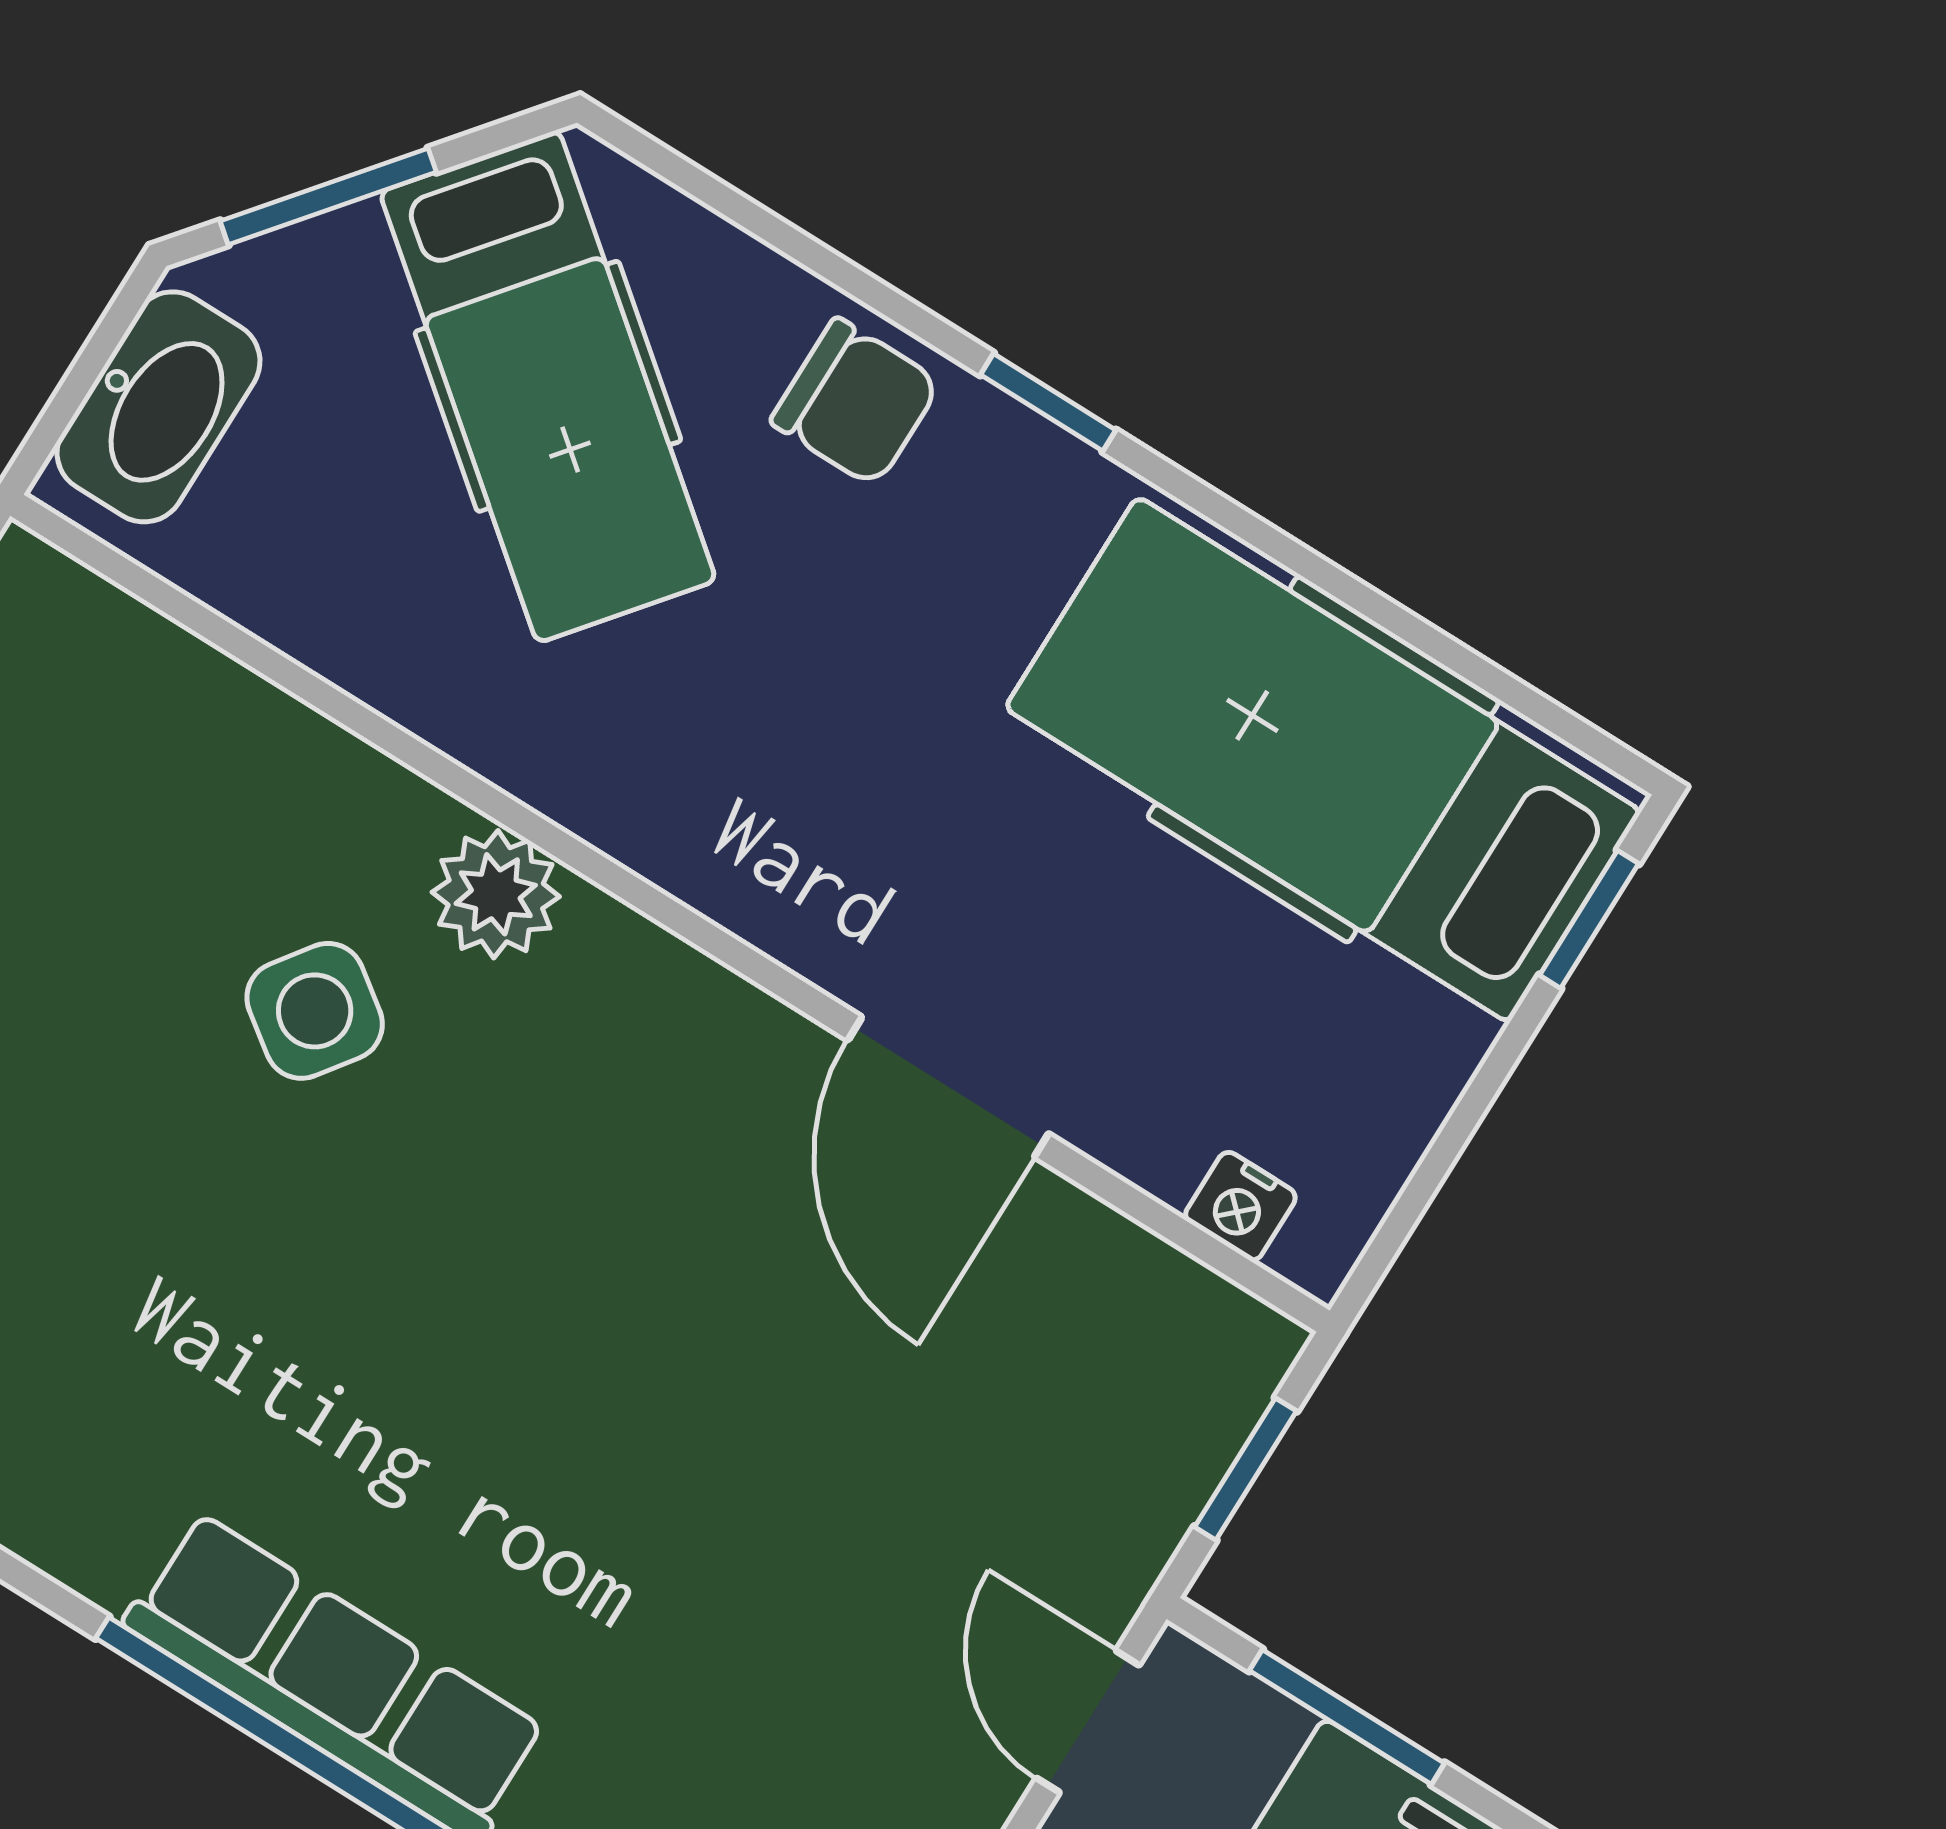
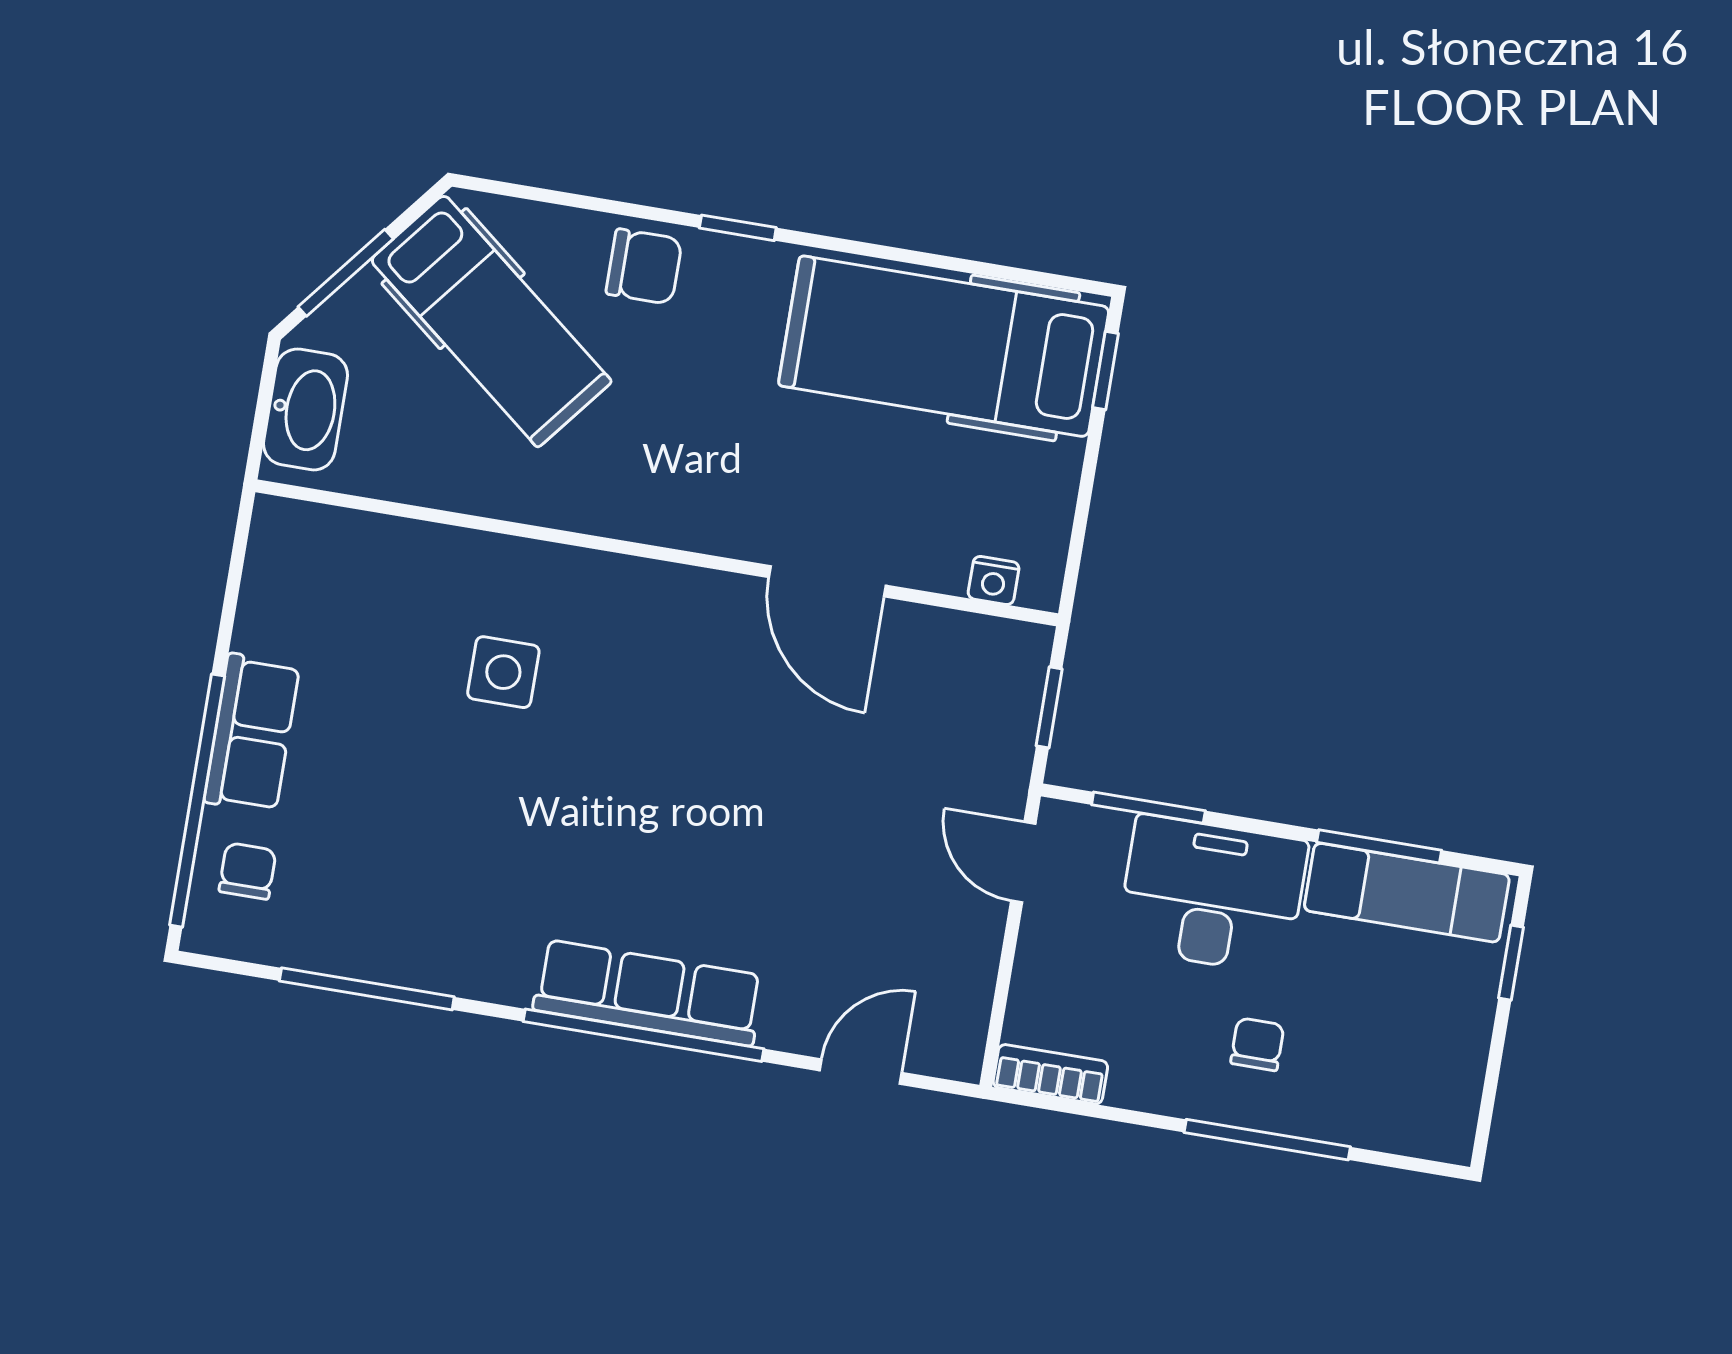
plant: (496, 894) -> (568, 579), removed
side table: (315, 1011) -> (503, 672), turned -36

